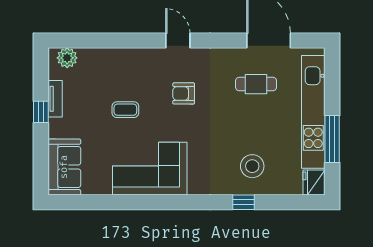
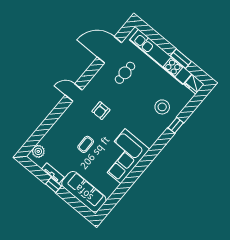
window: (332, 139) -> (181, 59), width x0.69
sofa: (64, 167) -> (84, 192), width x1.36

